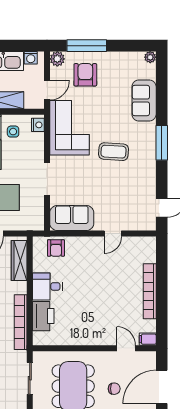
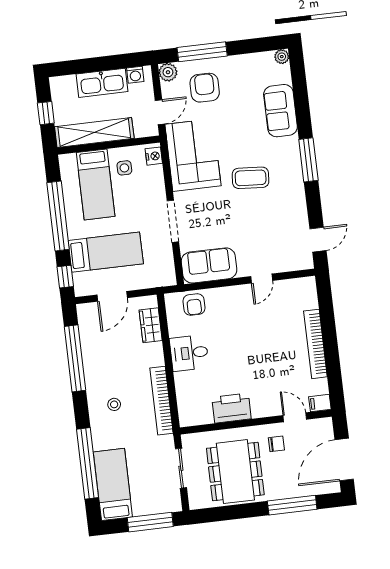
wardrobe: (19, 260) -> (151, 325), width x0.67
printer: (43, 316) -> (232, 408), moved, turned -90
chair: (114, 389) -> (276, 444), moved

